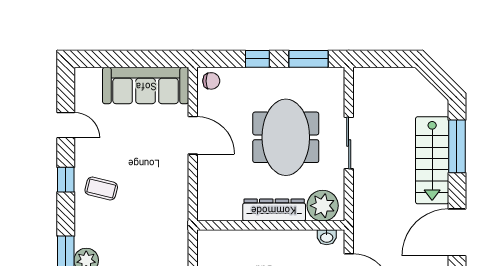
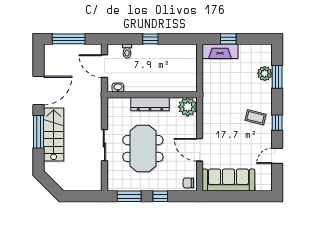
door: (66, 125) -> (277, 156), hinge flipped
window: (457, 146) -> (38, 132), moved
plant: (323, 206) -> (188, 107), moved

